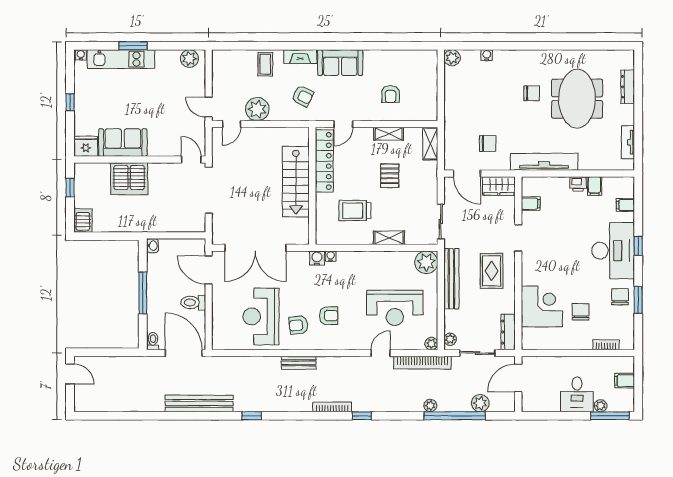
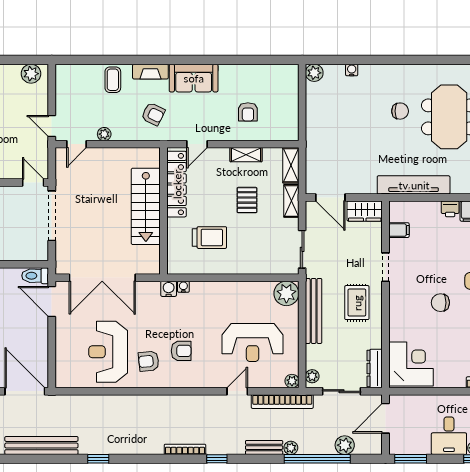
plant: (257, 109) -> (104, 134), width x0.53, depth x0.53
chair: (488, 143) -> (353, 165), removed
trolley: (355, 211) -> (209, 238), turned 180
shelving: (389, 238) -> (291, 201), moved, turned 90
toilet: (193, 302) -> (35, 276), moved
corner desk: (542, 307) -> (411, 364), moved
chair: (581, 312) -> (440, 303), moved, turned -90
bench: (299, 363) -> (264, 448), moved
window: (541, 416) -> (411, 459), added

